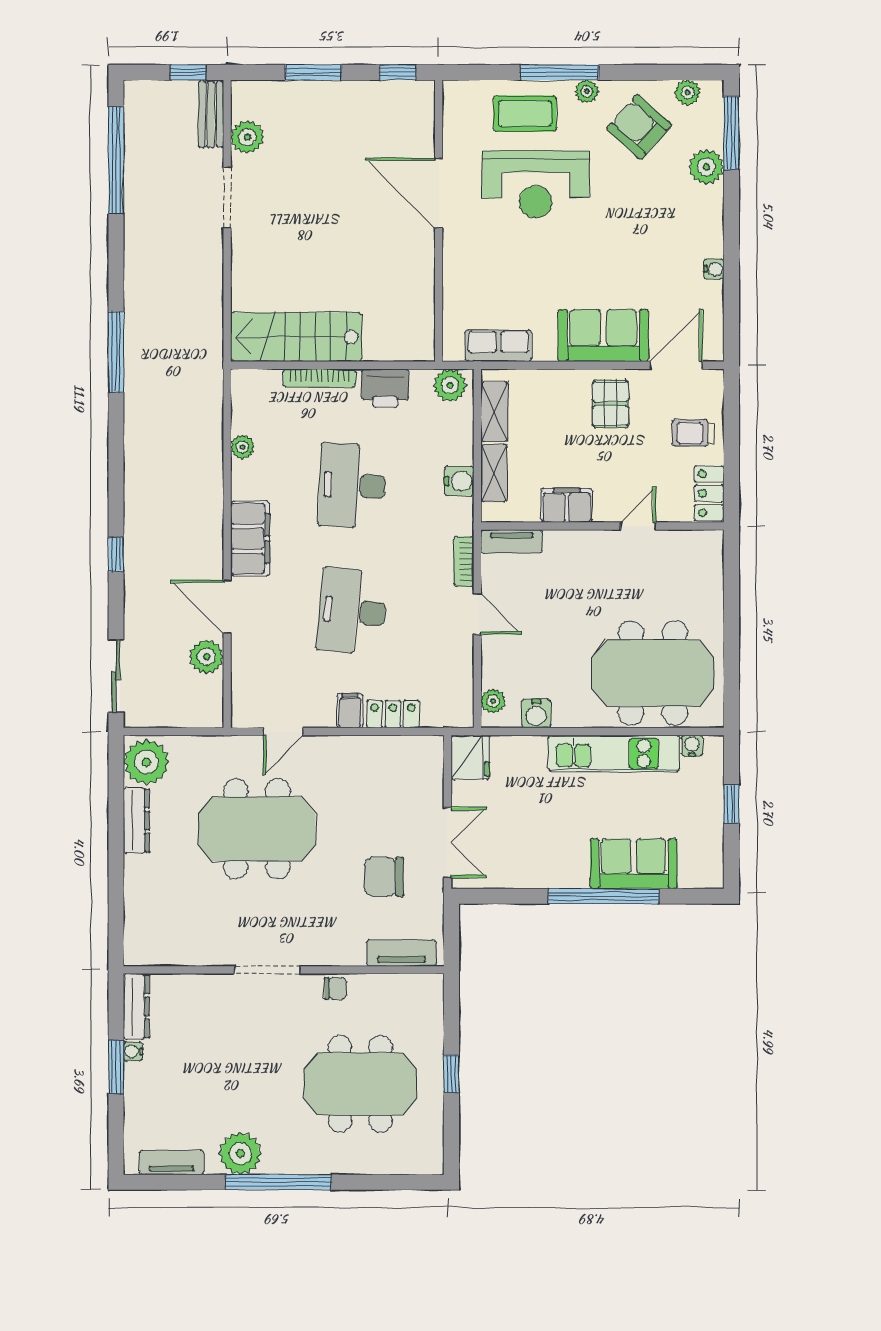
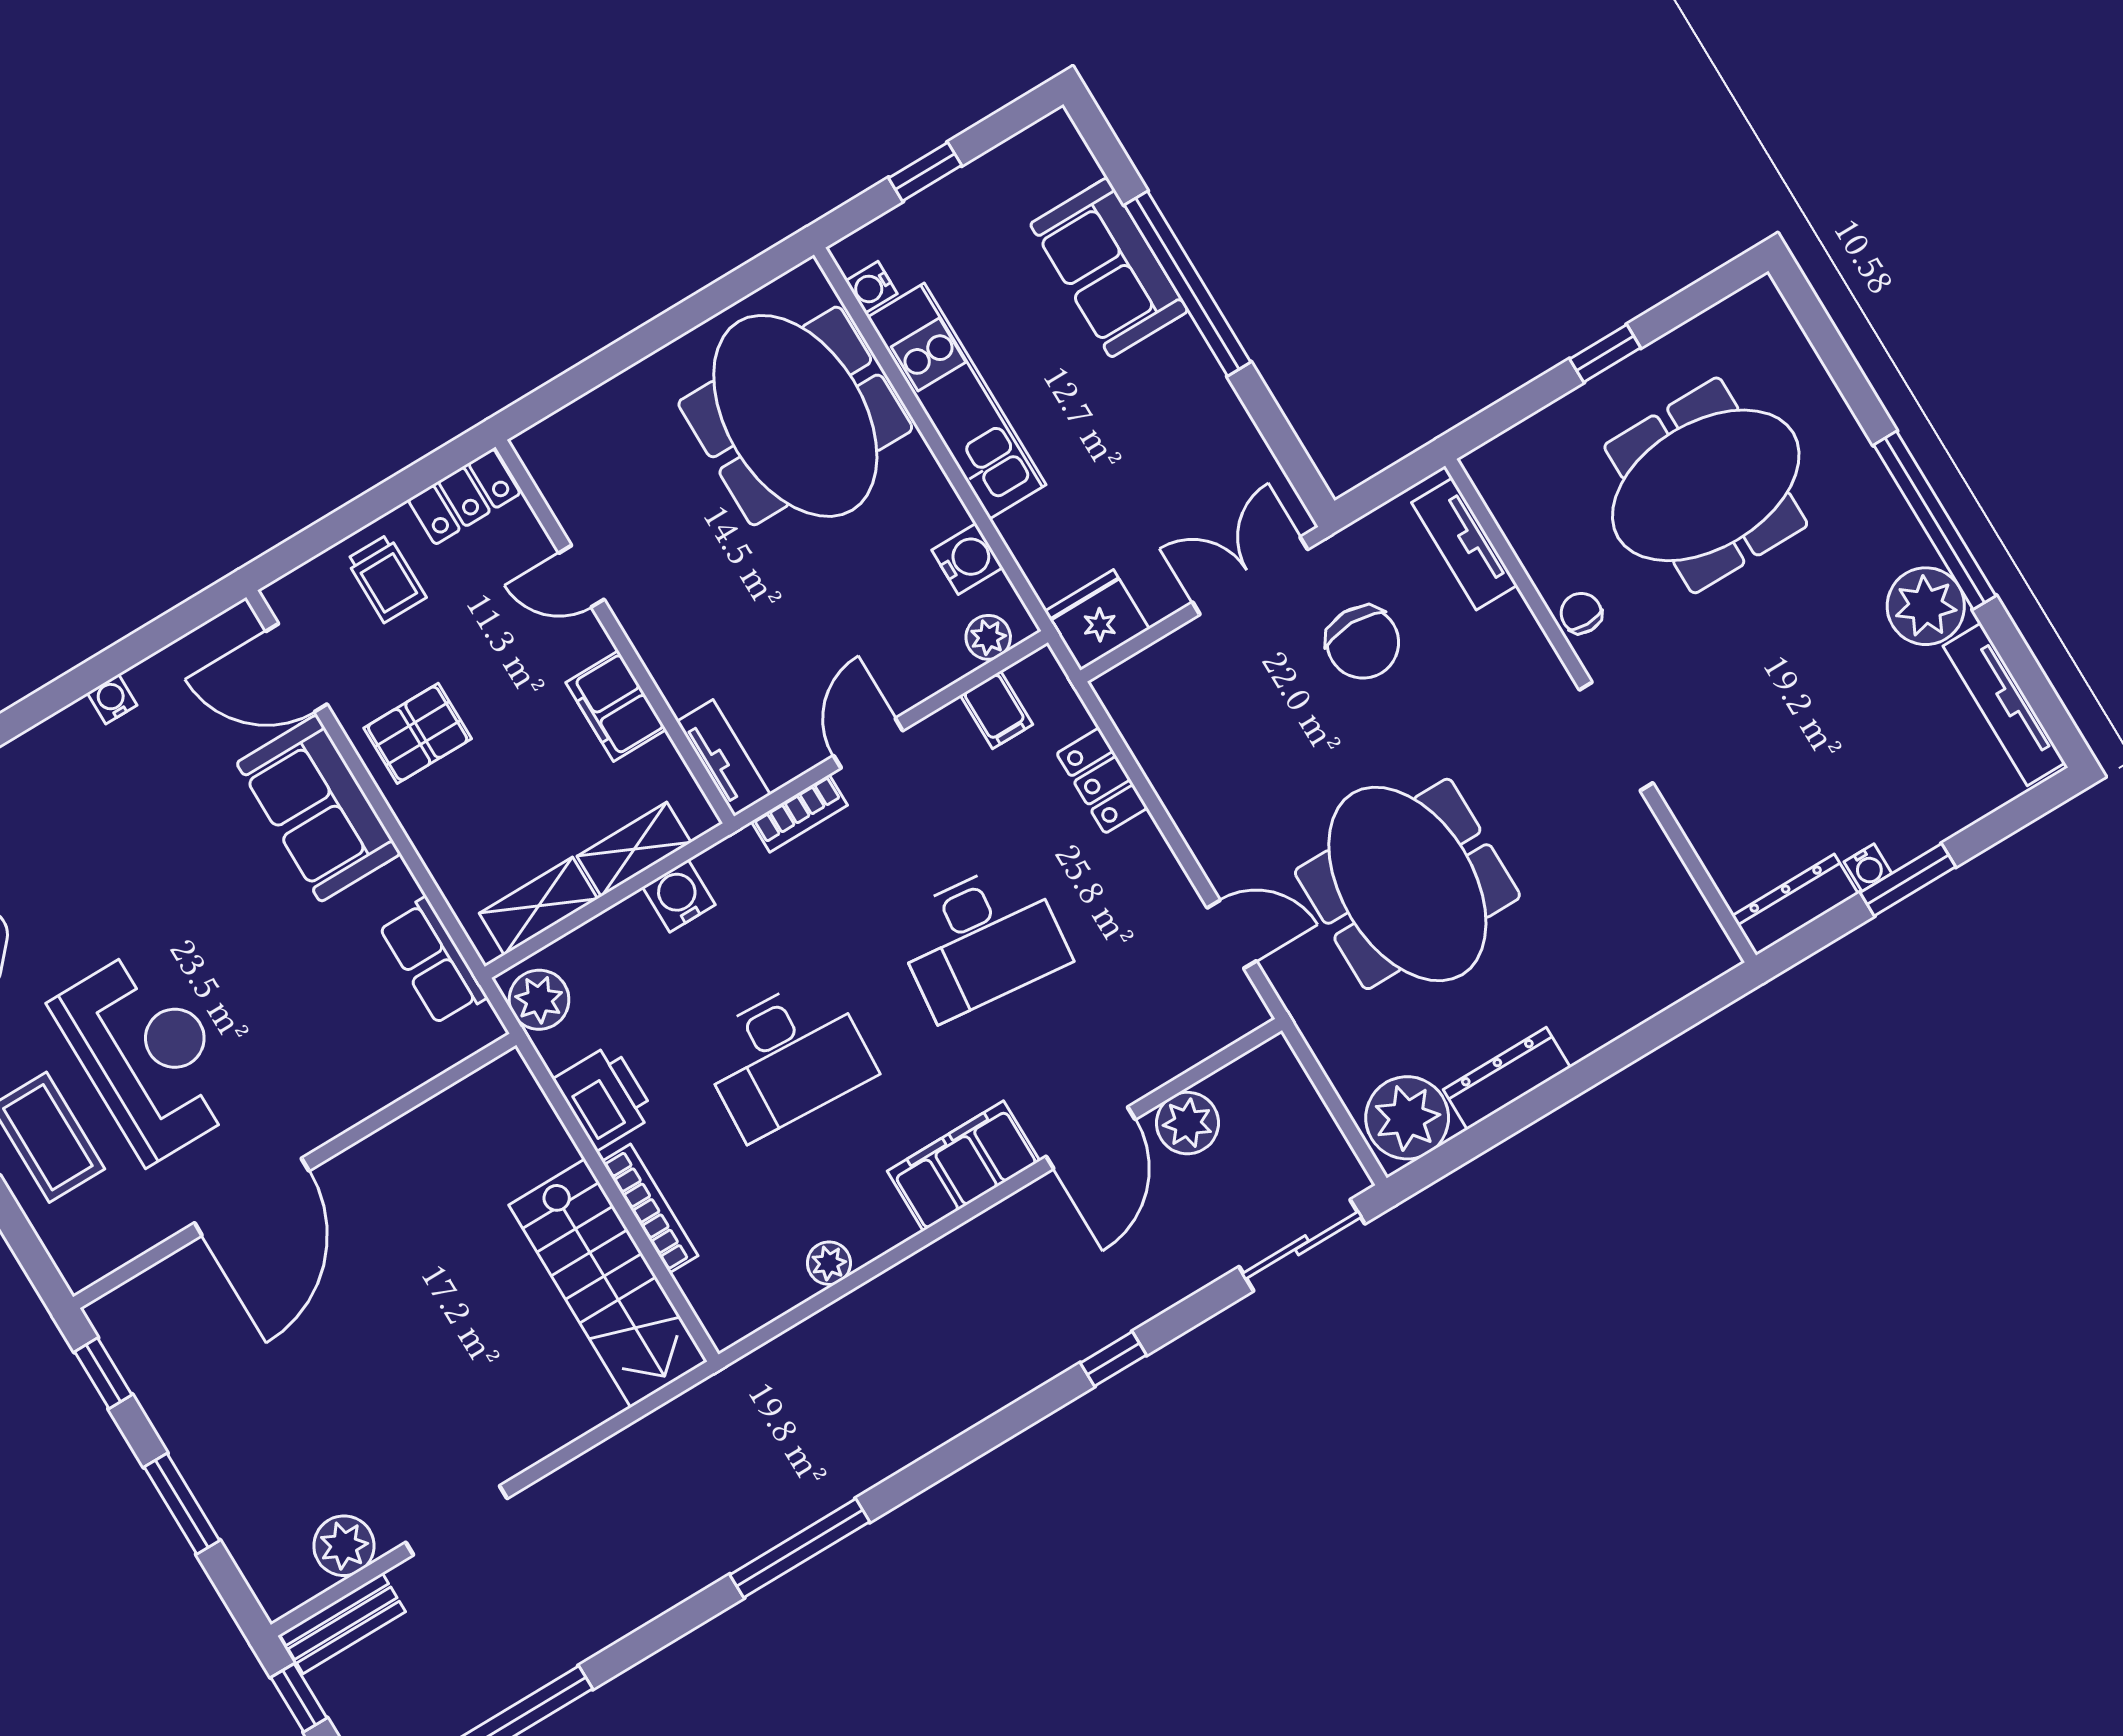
filing cabinet: (350, 711) -> (996, 710), moved, turned -90
meeting table: (360, 1084) -> (1706, 485), turned 90
tv unit: (171, 1163) -> (2004, 704), width x1.41

